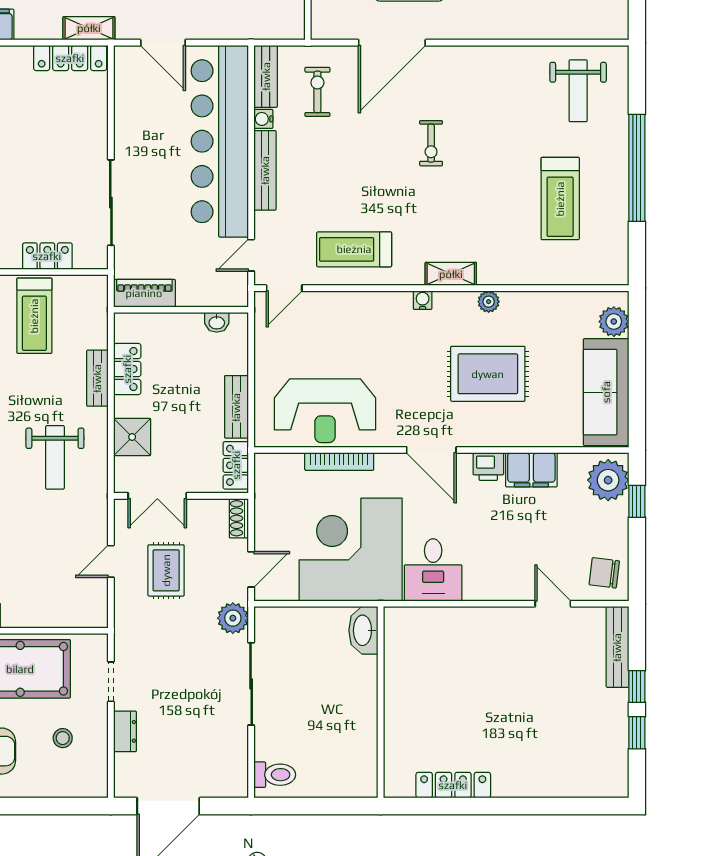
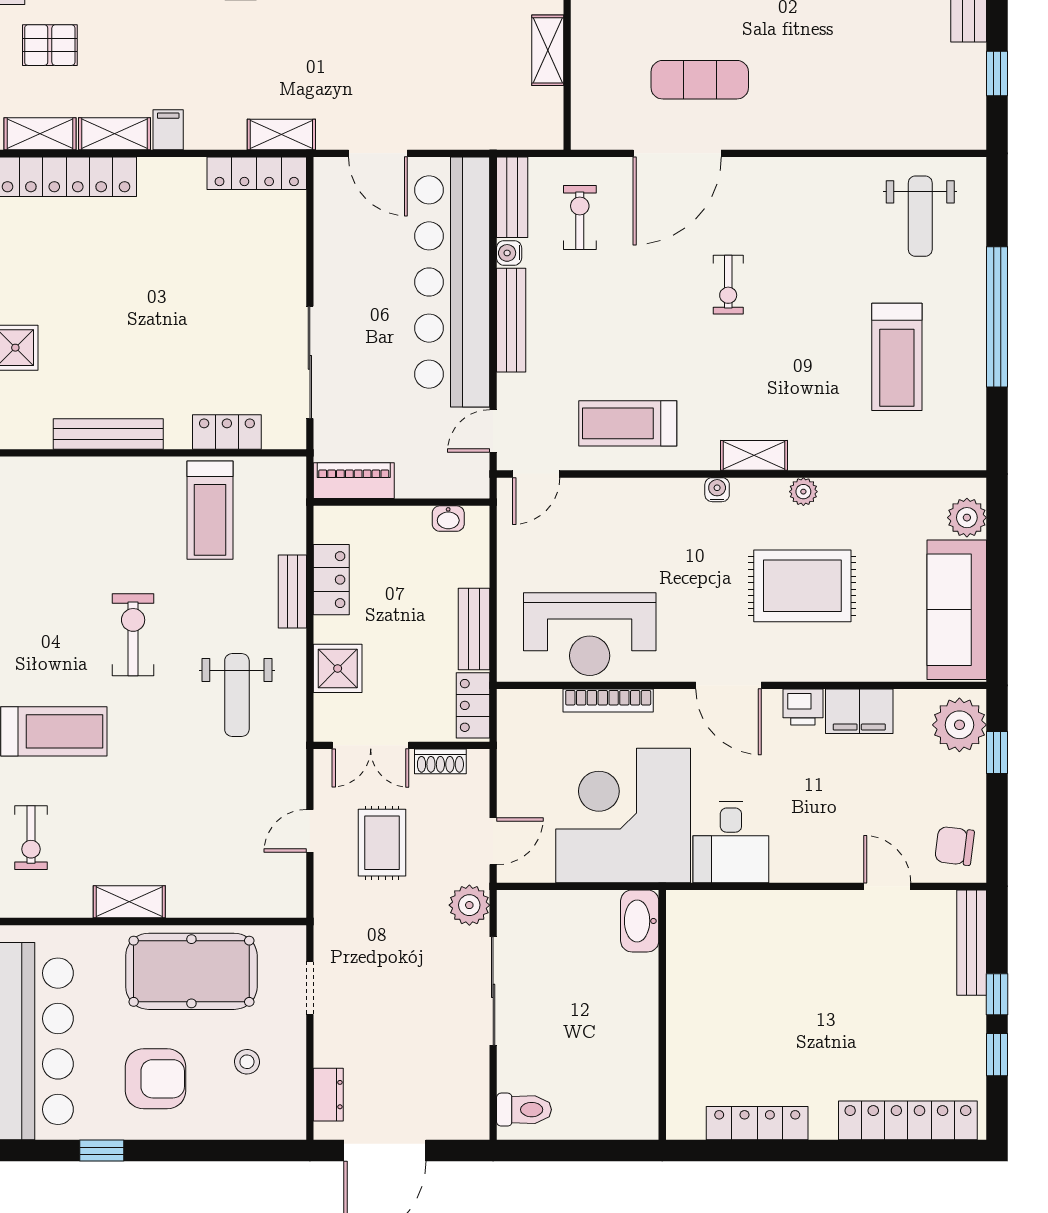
shoe rack: (239, 518) -> (440, 761), moved, turned -90
dresser: (125, 731) -> (328, 1095), moved
locker: (569, 783) -> (908, 1120), added

